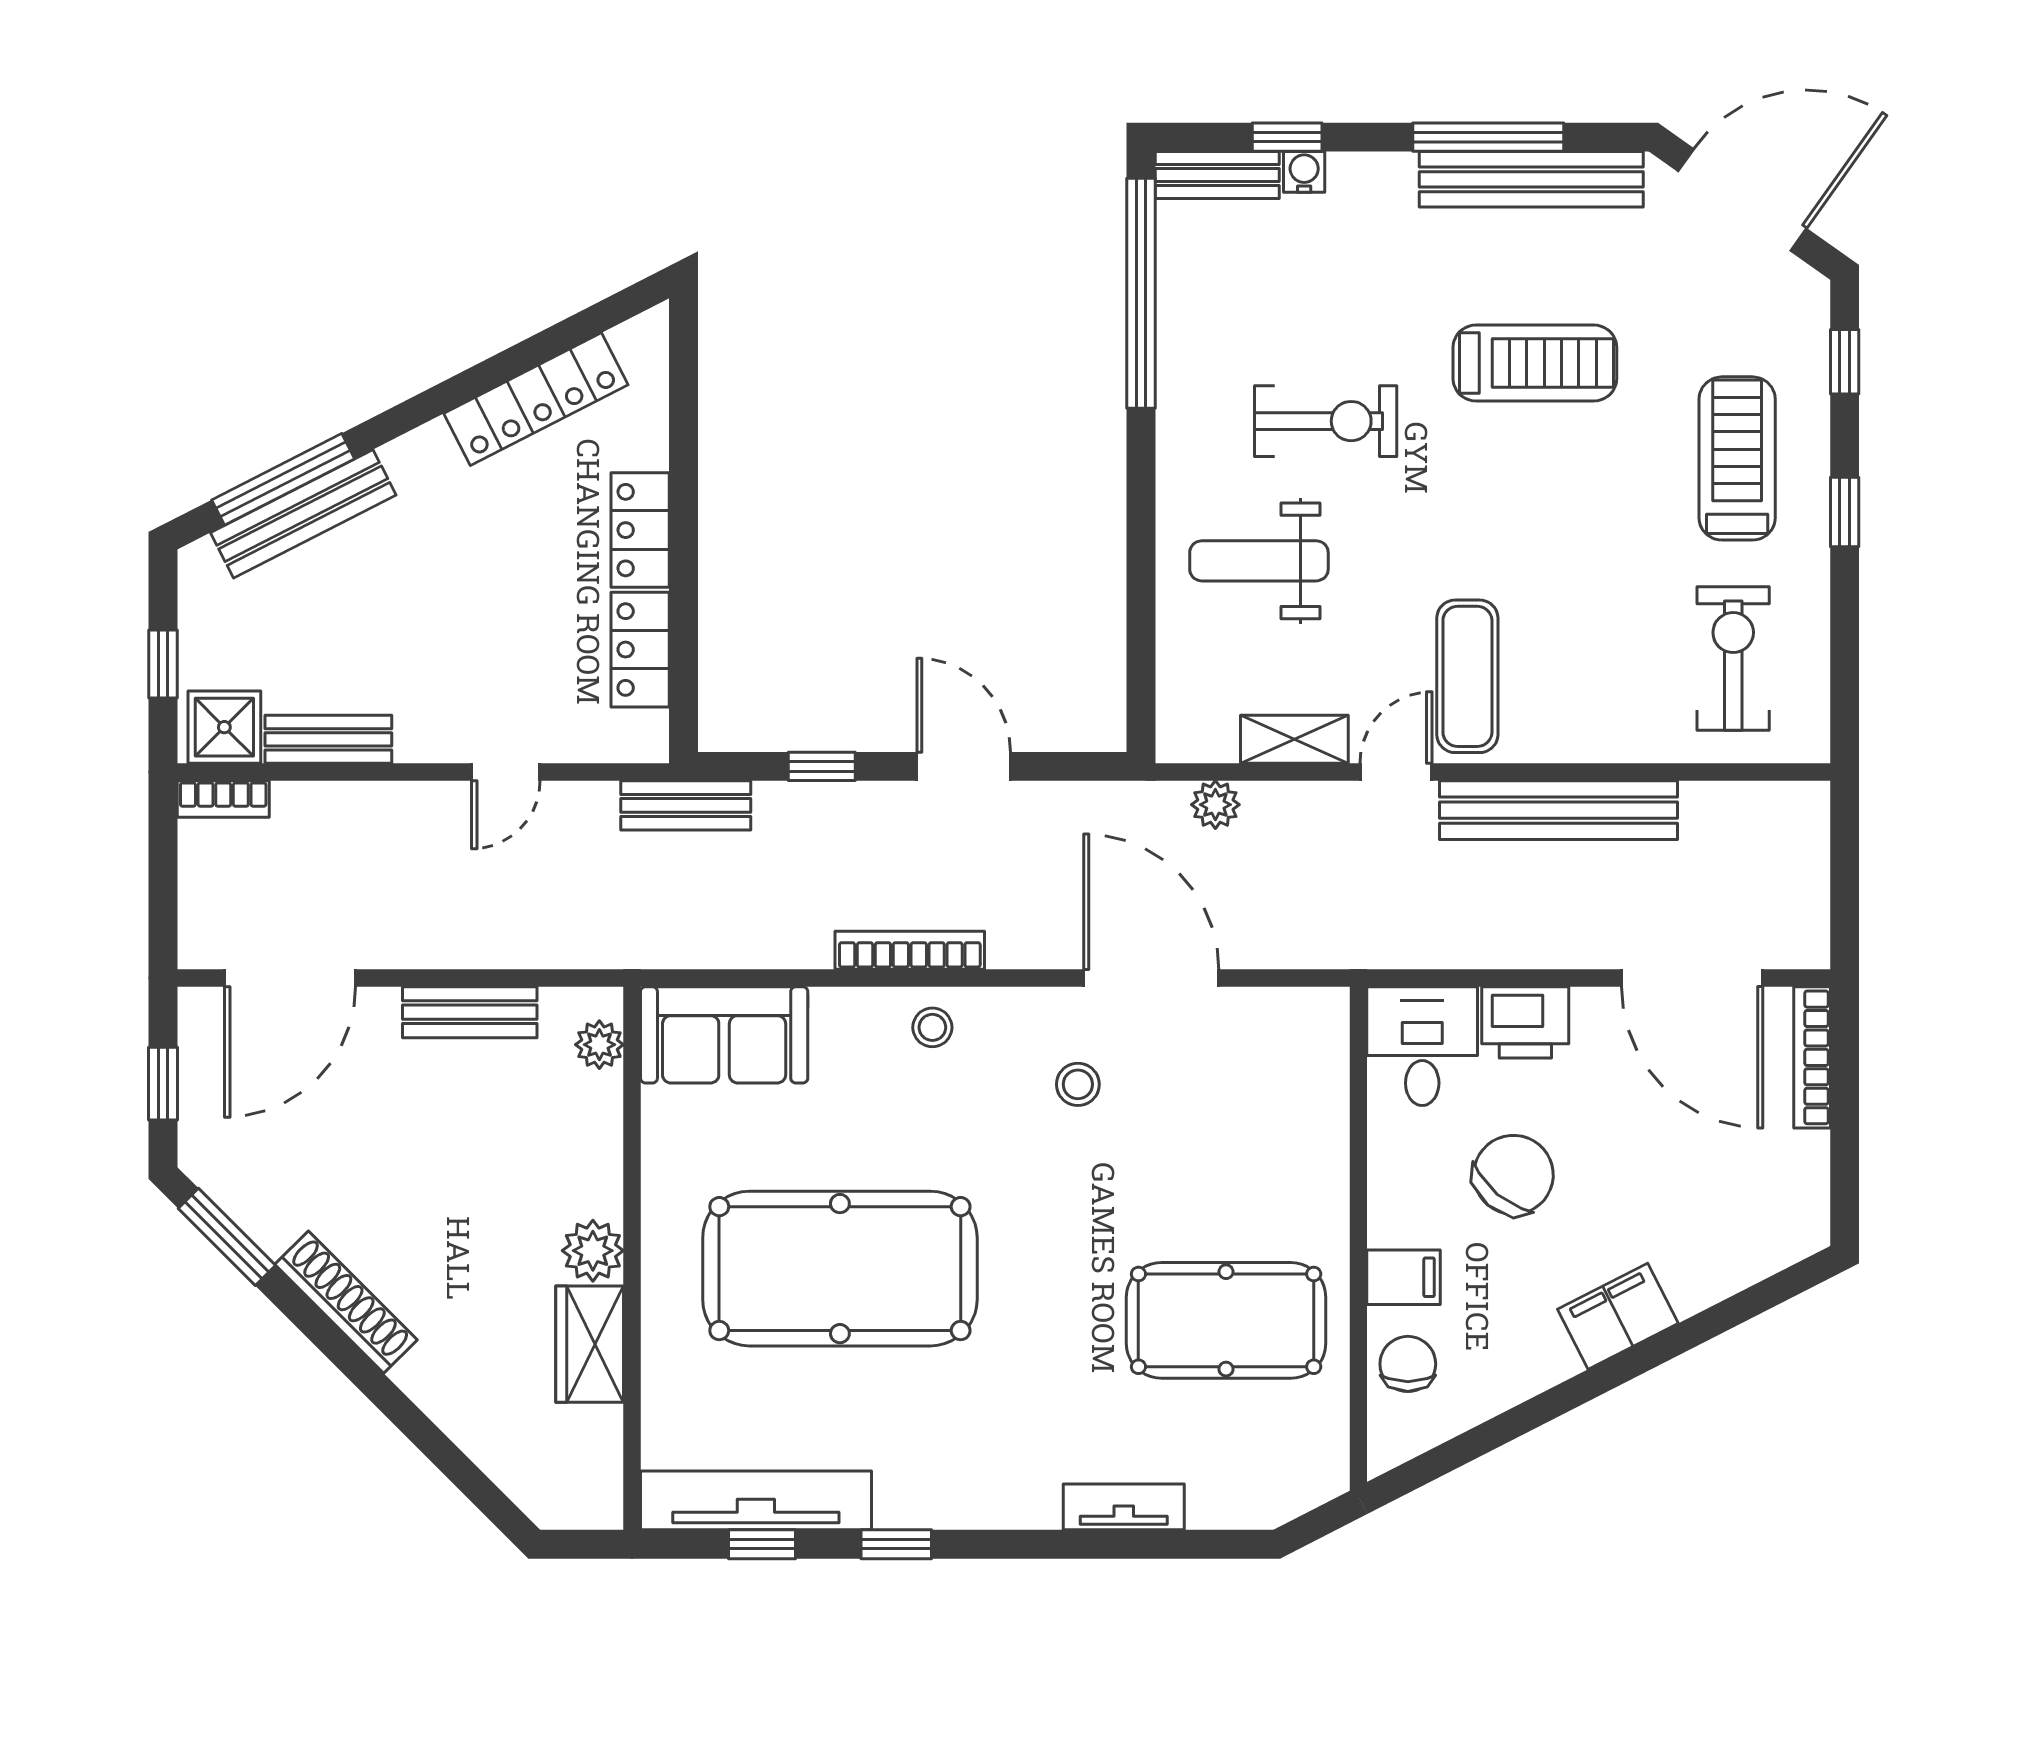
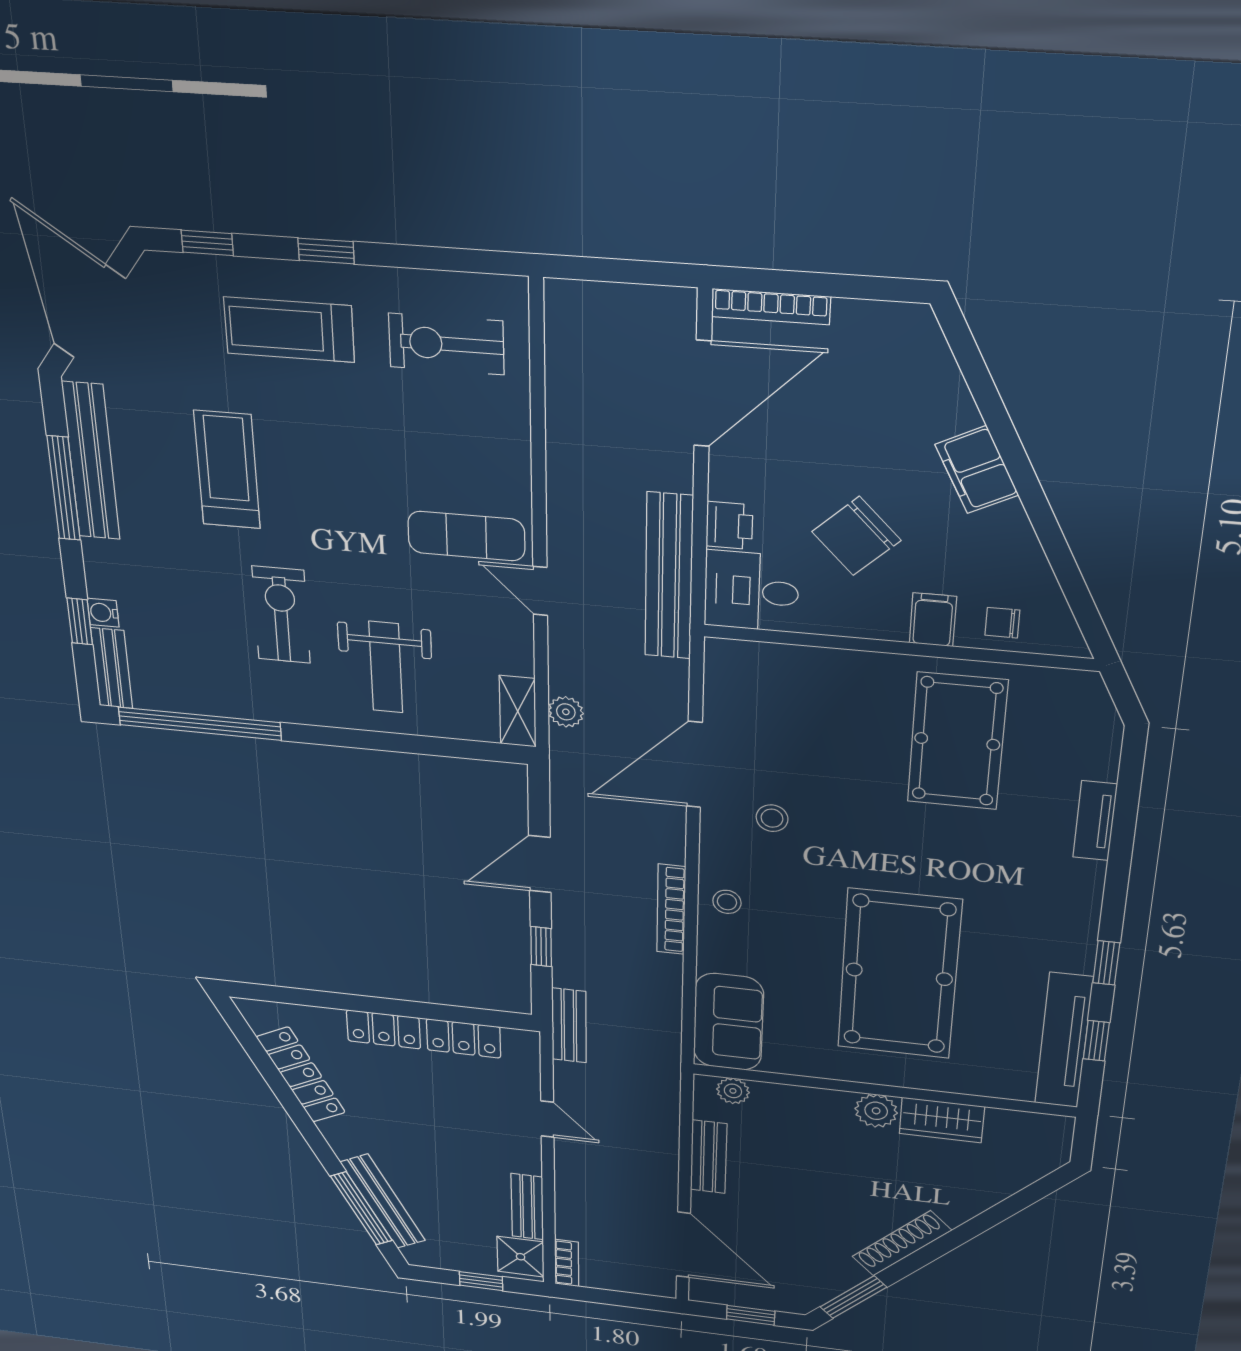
shelving: (1294, 739) -> (518, 711), moved
bench: (1558, 810) -> (669, 576), moved
printer: (1525, 1022) -> (729, 525), width x0.73, depth x0.81
chair: (1513, 1175) -> (856, 536), turned -84
chair: (1408, 1364) -> (1002, 623), width x0.73, depth x0.73

